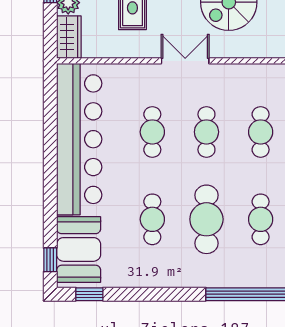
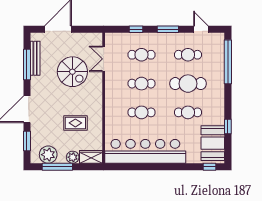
double door: (185, 61) -> (104, 59), moved
booth: (79, 249) -> (213, 143), moved, turned 90
window: (89, 294) -> (228, 127), moved

